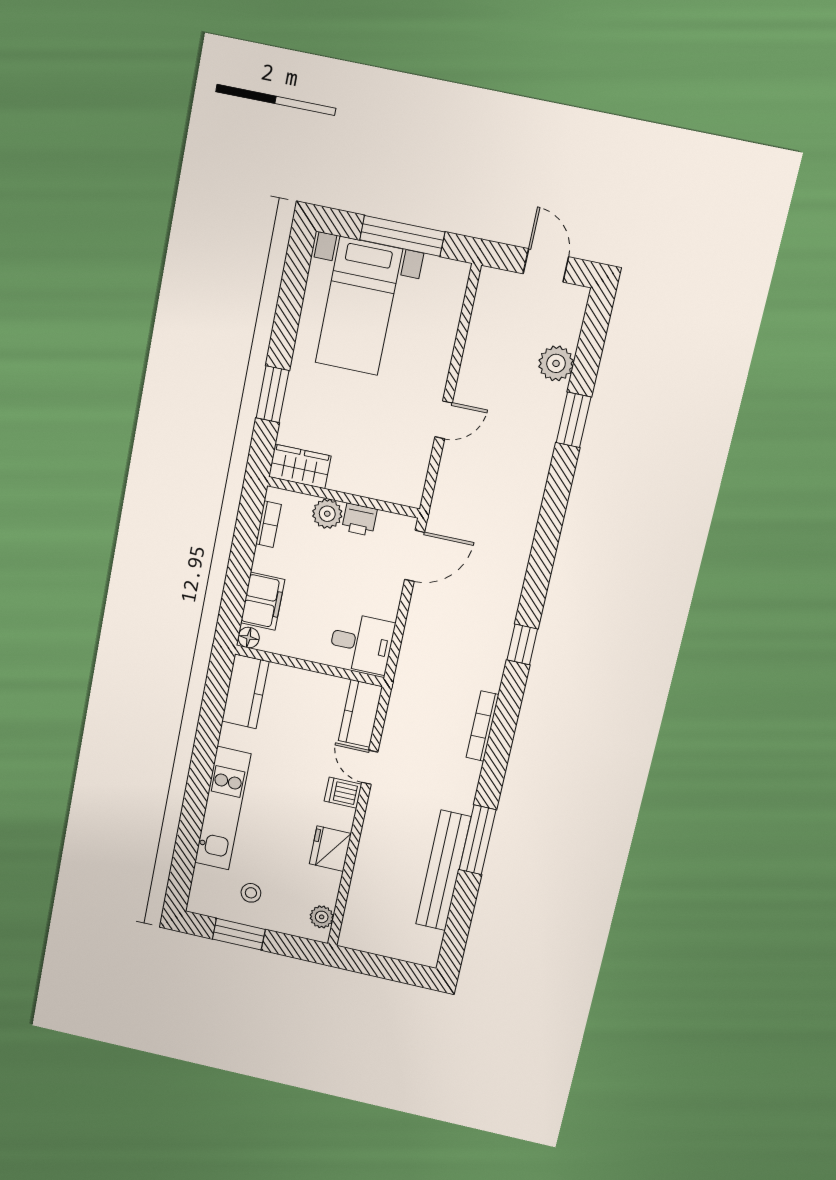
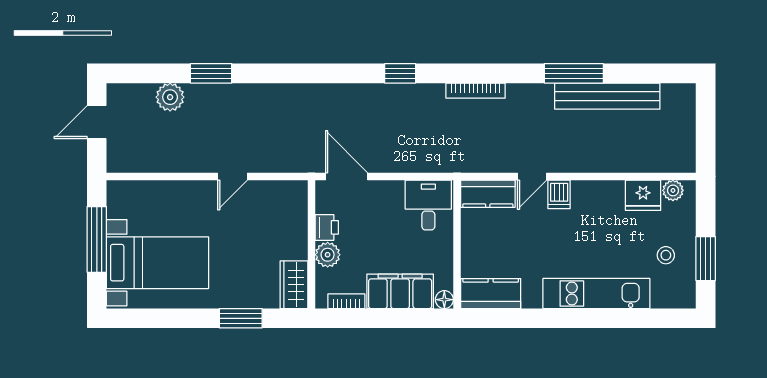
door: (444, 420) -> (232, 176), swing flipped
filing cabinet: (263, 601) -> (400, 291), width x1.50, depth x1.17
fridge: (330, 849) -> (643, 195), moved

